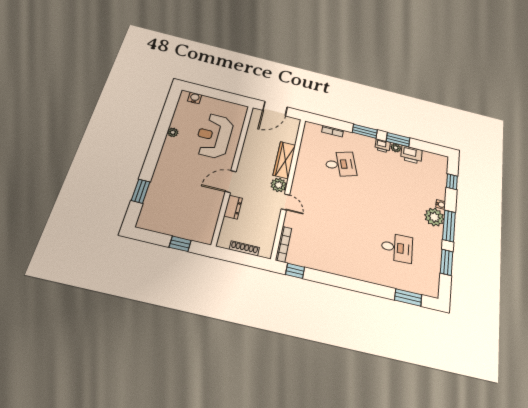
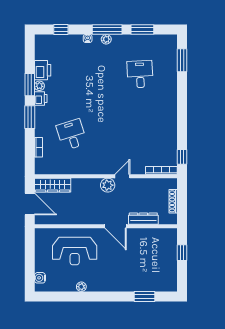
wardrobe: (284, 160) -> (53, 185), moved
dresser: (233, 207) -> (143, 219), width x1.44
plant: (434, 217) -> (106, 39), width x0.53, depth x0.53

